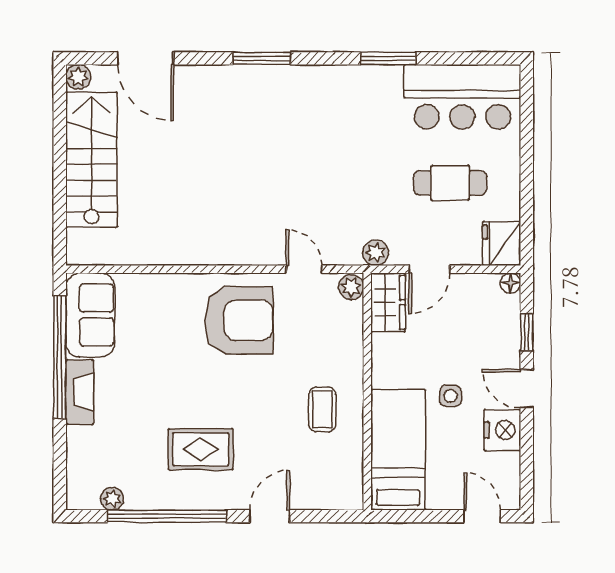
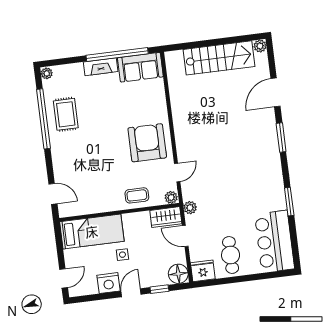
door: (146, 58) -> (275, 92), moved
cafe table: (450, 183) -> (231, 255), moved
floor lamp: (511, 283) -> (178, 274), width x1.89, depth x1.89
armchair: (239, 320) -> (147, 143), turned 180
coffee table: (322, 409) -> (137, 195), moved
rug: (201, 449) -> (66, 114), moved
plant: (112, 499) -> (47, 73), moved
door: (270, 516) -> (53, 194), moved

